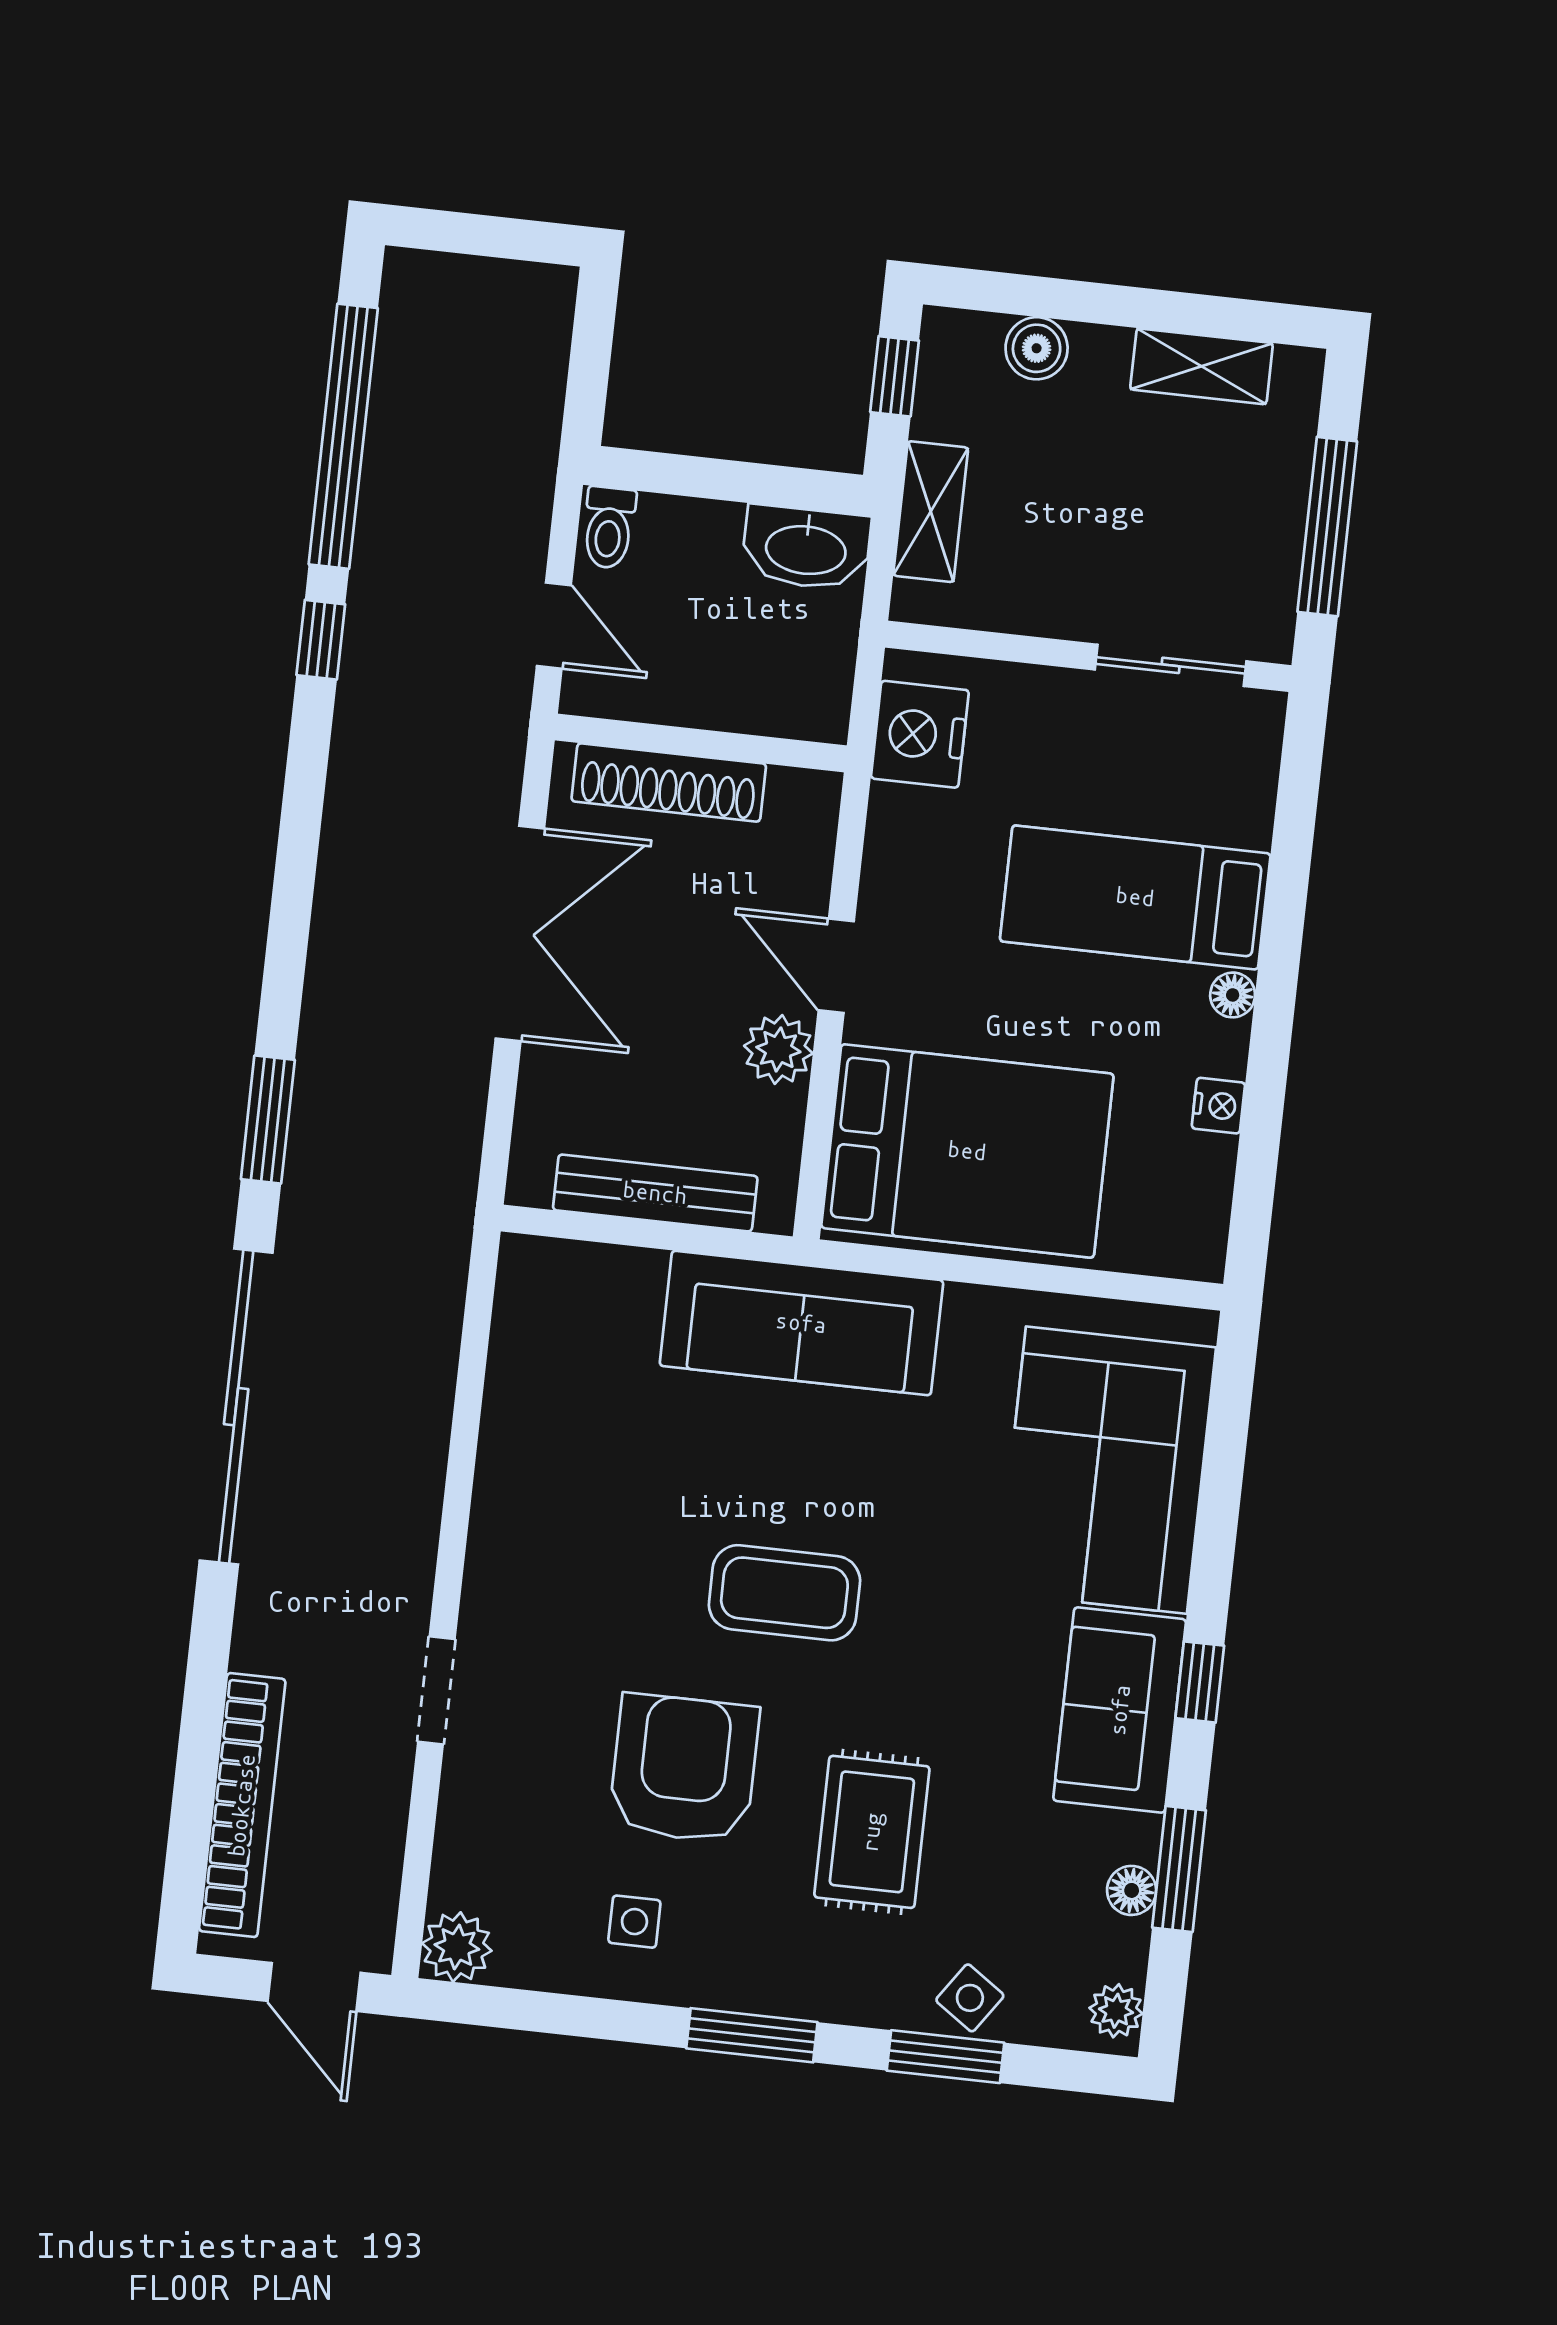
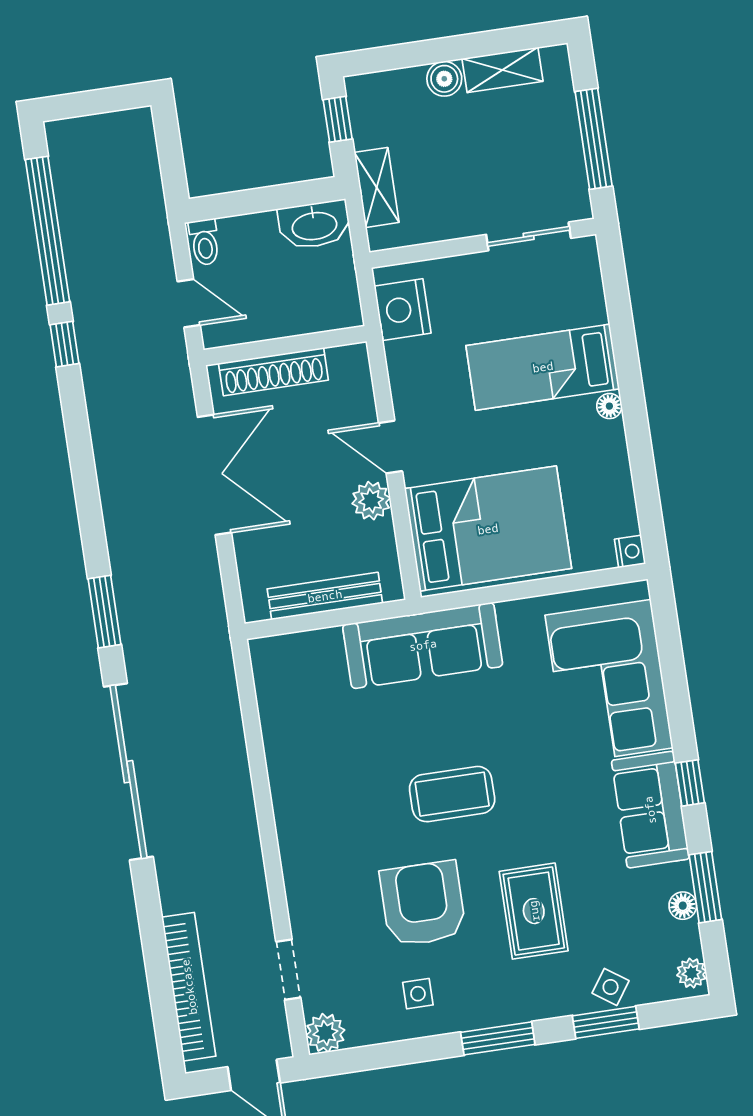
boiler: (1037, 348) -> (444, 79), moved
nightstand: (1218, 1106) -> (630, 551), moved
doorway: (436, 1690) -> (288, 970), moved

